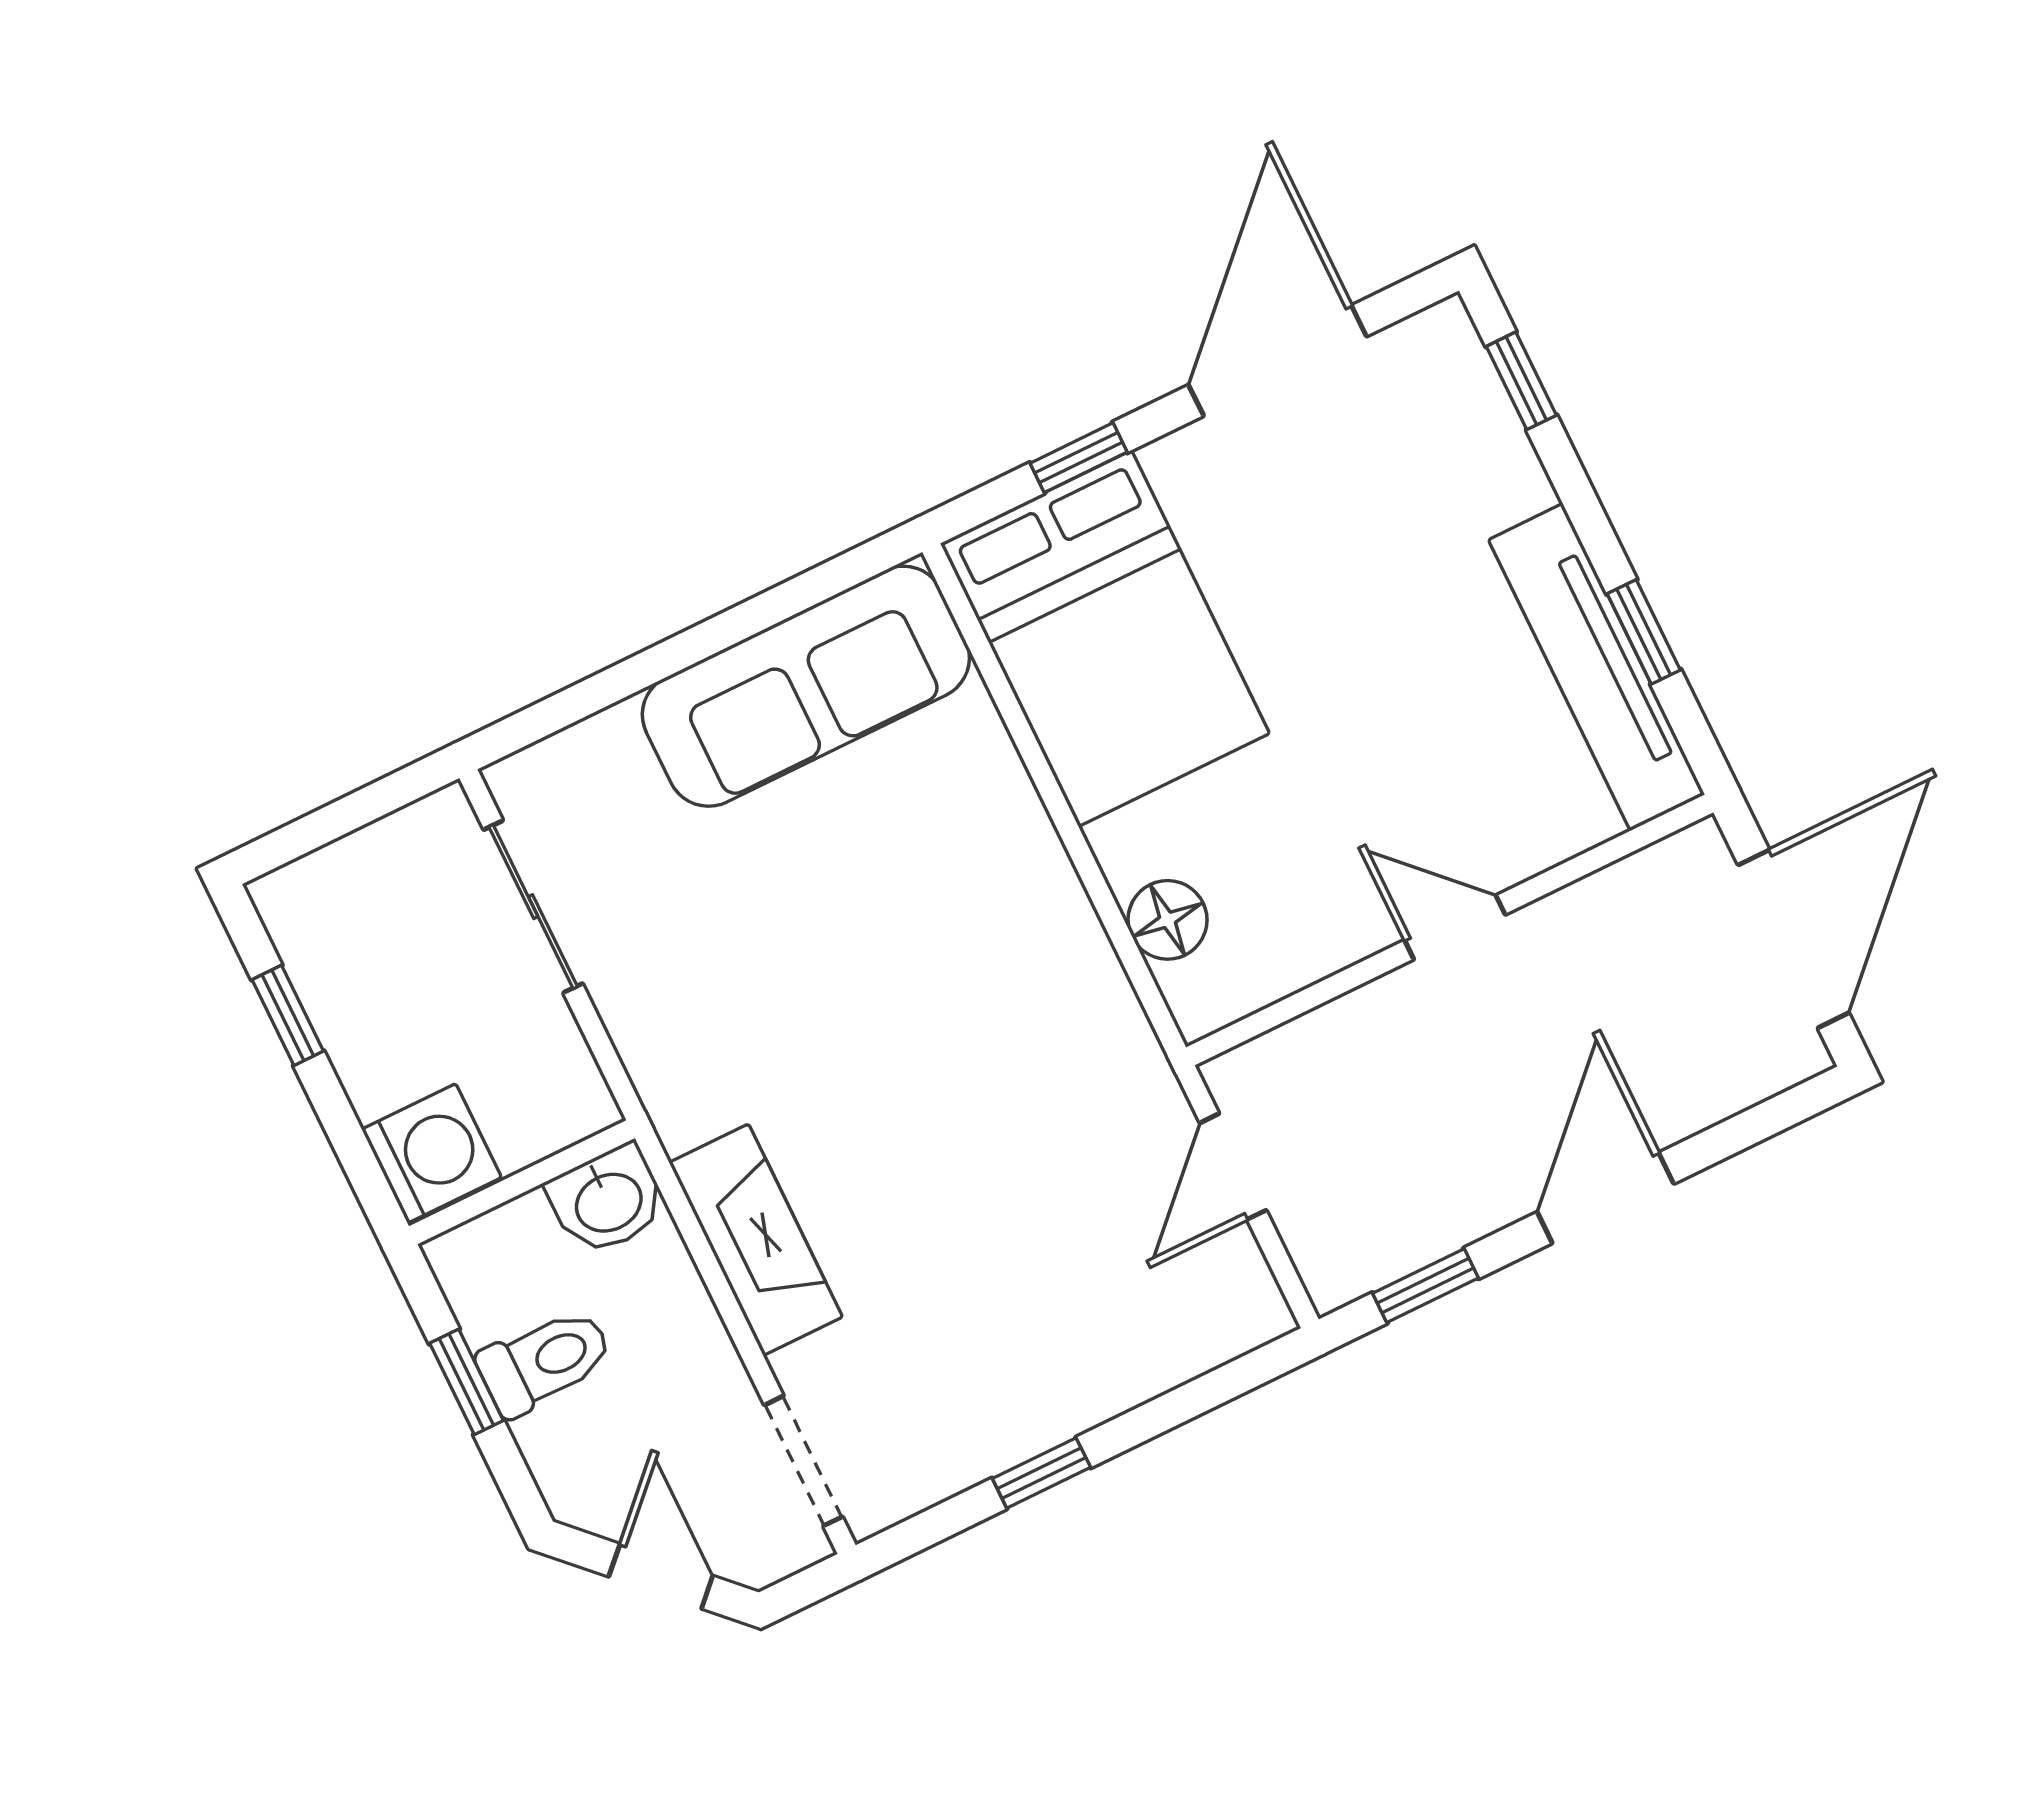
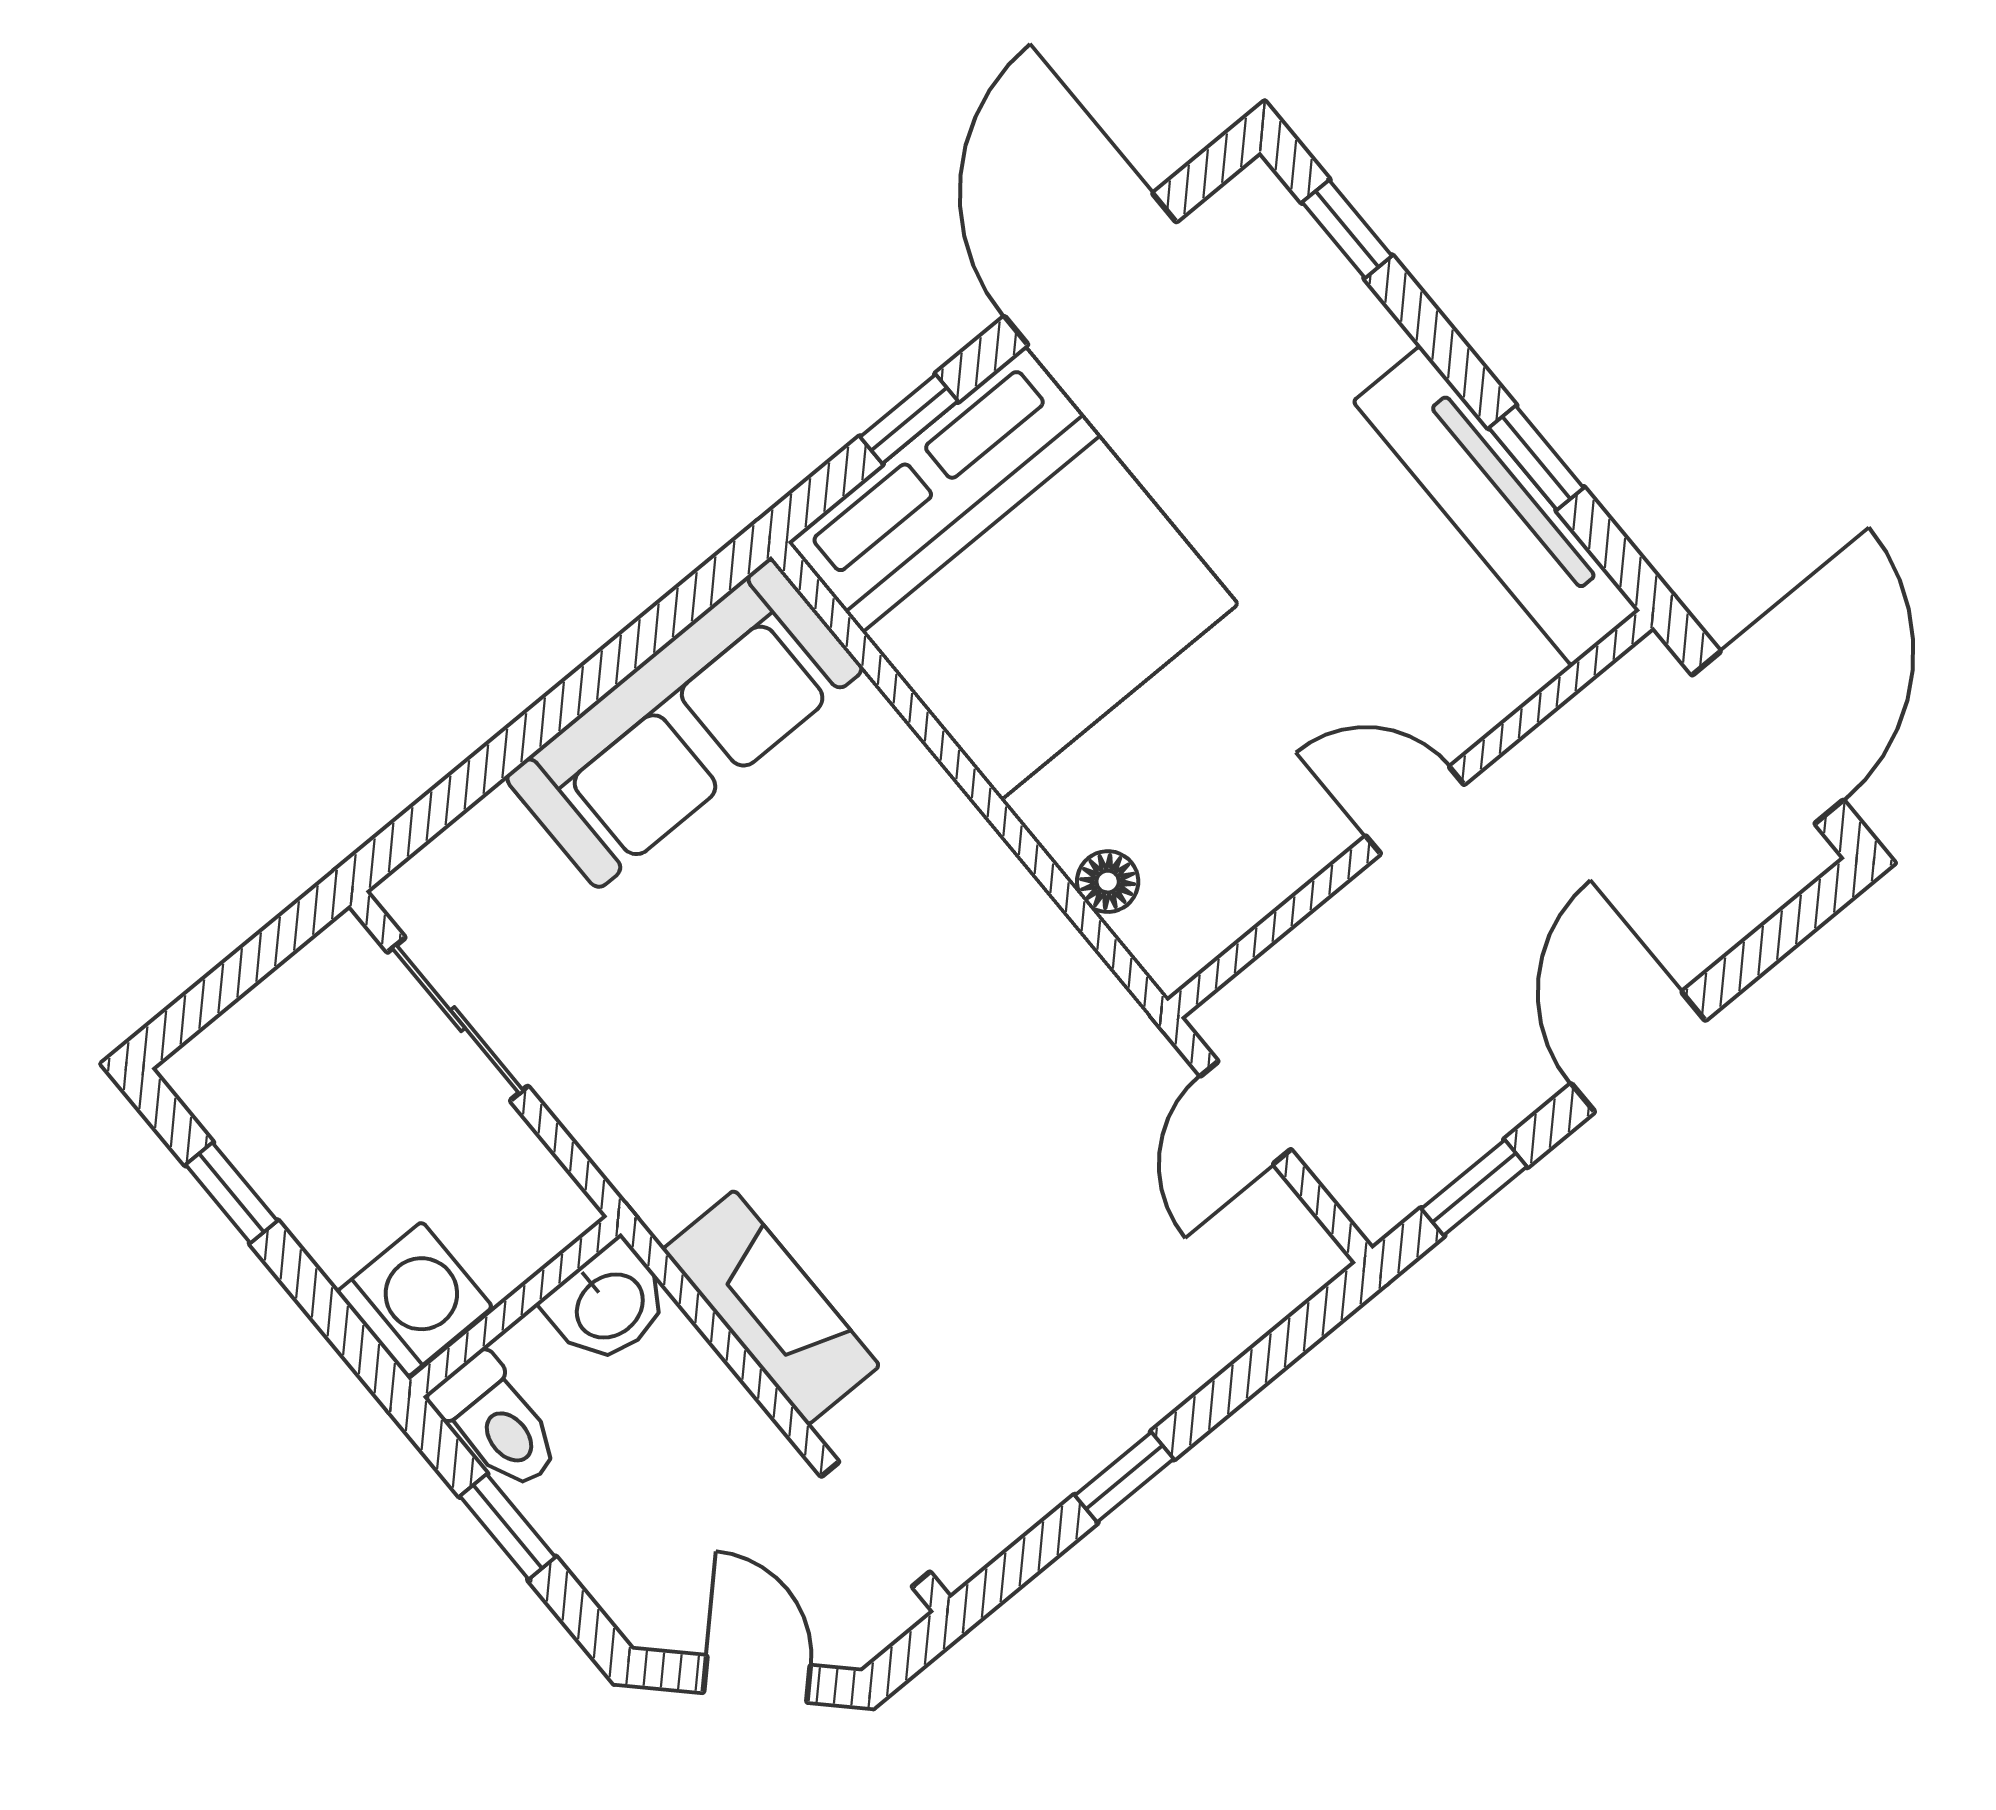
bed: (1105, 638) -> (1013, 573), width x1.36
floor lamp: (1168, 920) -> (1108, 882), width x0.73, depth x0.73
toilet: (545, 1361) -> (497, 1422), moved, turned 90

